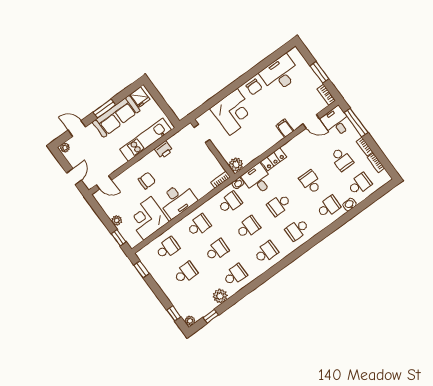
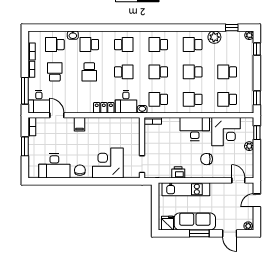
plant: (236, 165) -> (134, 124), removed

